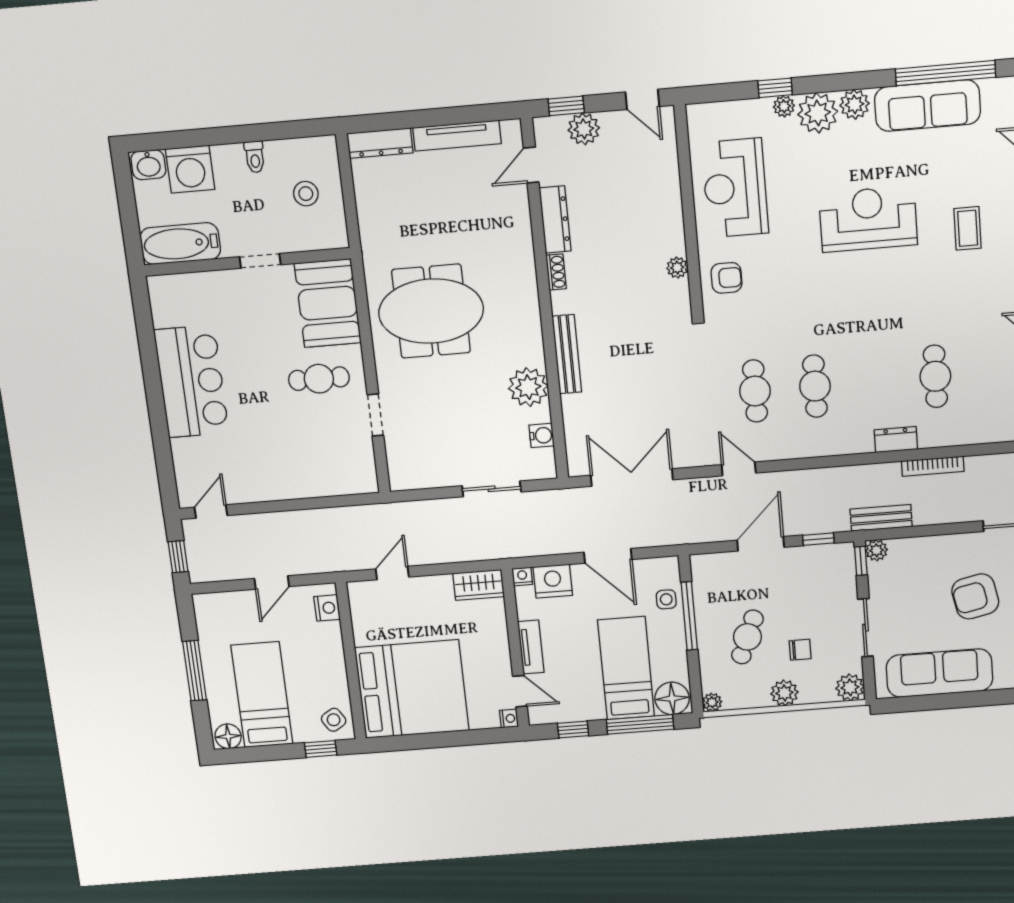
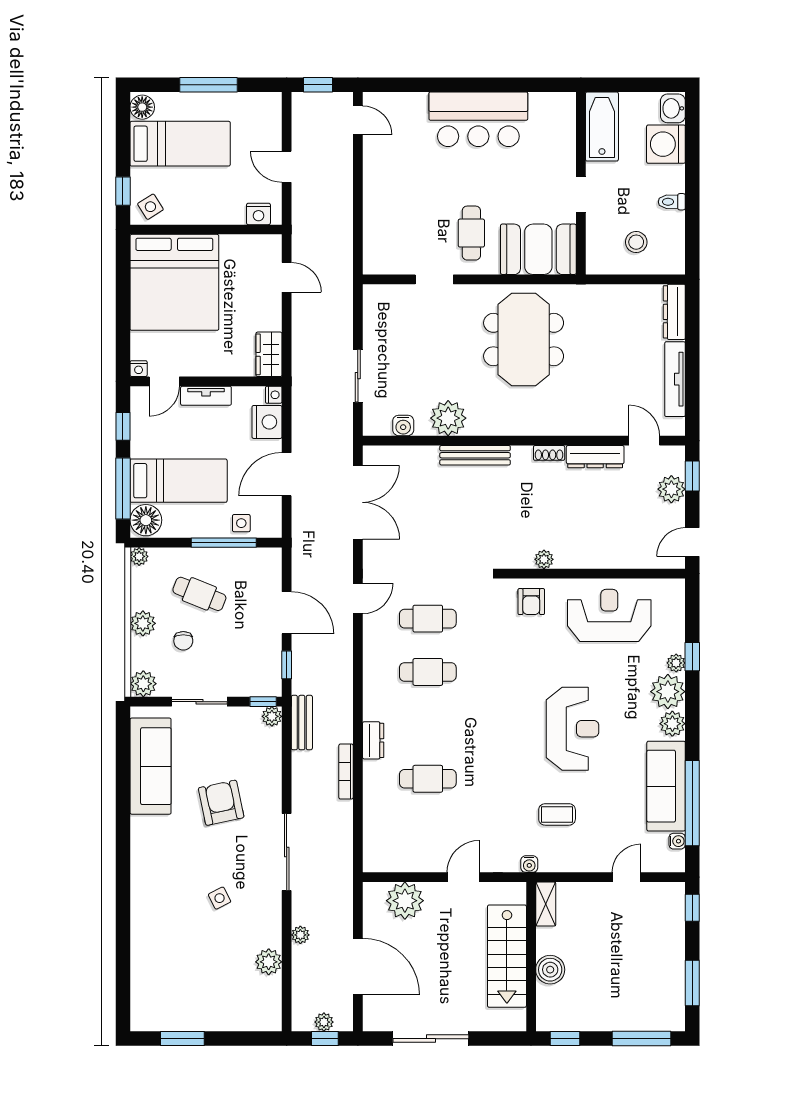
water cooler: (991, 87) -> (677, 841), added

